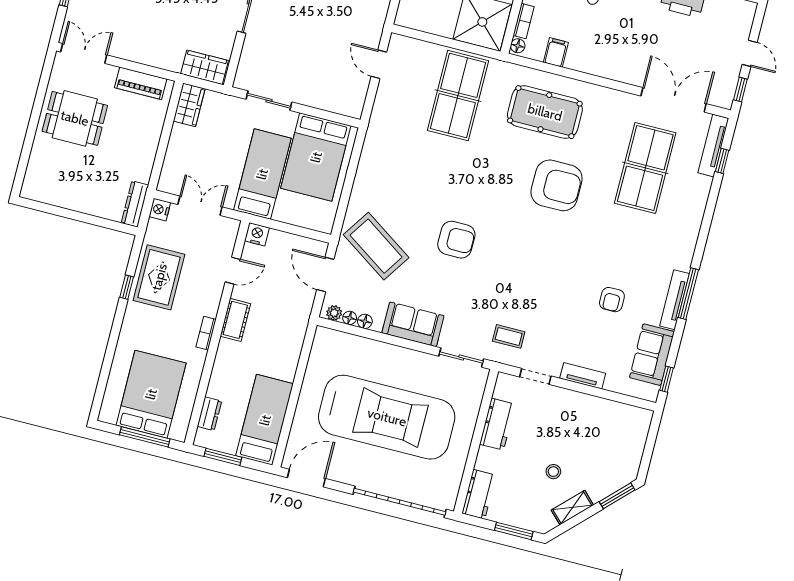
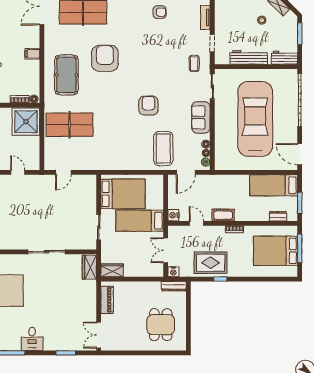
filing cabinet: (556, 52) -> (32, 54), moved
dining table: (75, 118) -> (161, 325), moved
coffee table: (376, 246) -> (163, 148), turned -34
workbench: (497, 424) -> (249, 57), width x1.38

